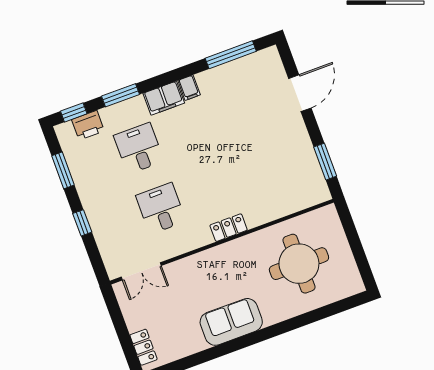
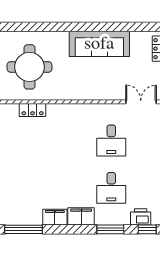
filing cabinet: (189, 88) -> (55, 217), width x2.00
locker: (229, 228) -> (33, 110), moved
sofa: (231, 322) -> (99, 44), width x1.36

